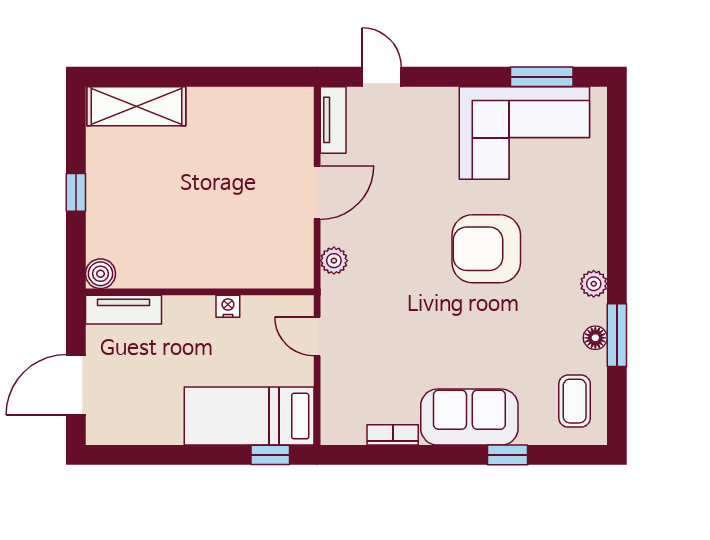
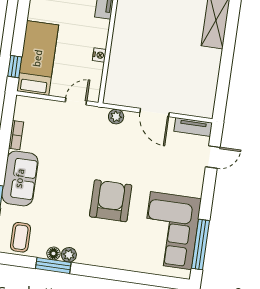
window: (542, 77) -> (200, 244), width x1.44
plant: (594, 284) -> (69, 255), moved
coffee table: (575, 401) -> (20, 237), turned 90

